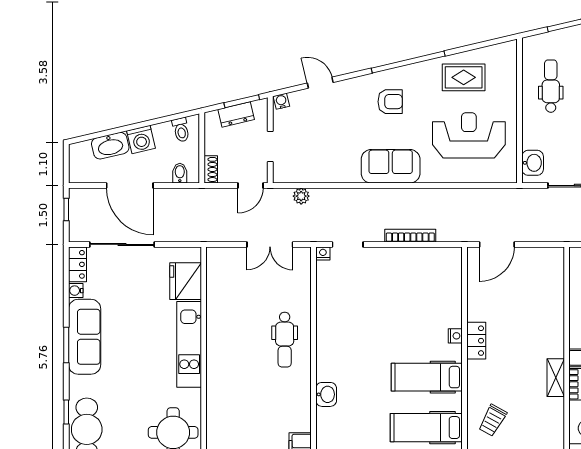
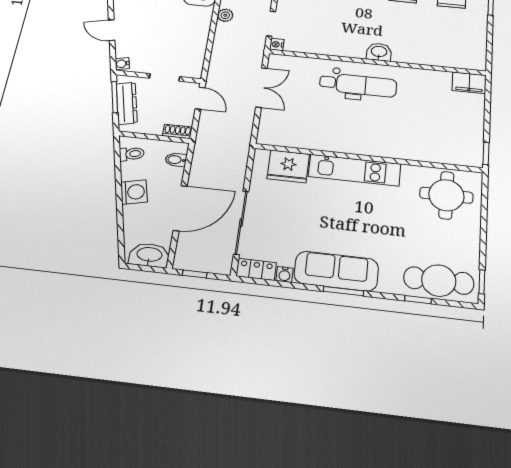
door: (320, 83) -> (112, 30), hinge flipped
dresser: (236, 114) -> (127, 103), width x1.44
washbasin: (110, 146) -> (149, 255), moved, turned -77
plant: (301, 196) -> (225, 15), moved
dental chair: (285, 340) -> (358, 85), width x1.36, depth x1.38
washbasin: (326, 394) -> (379, 52), moved

